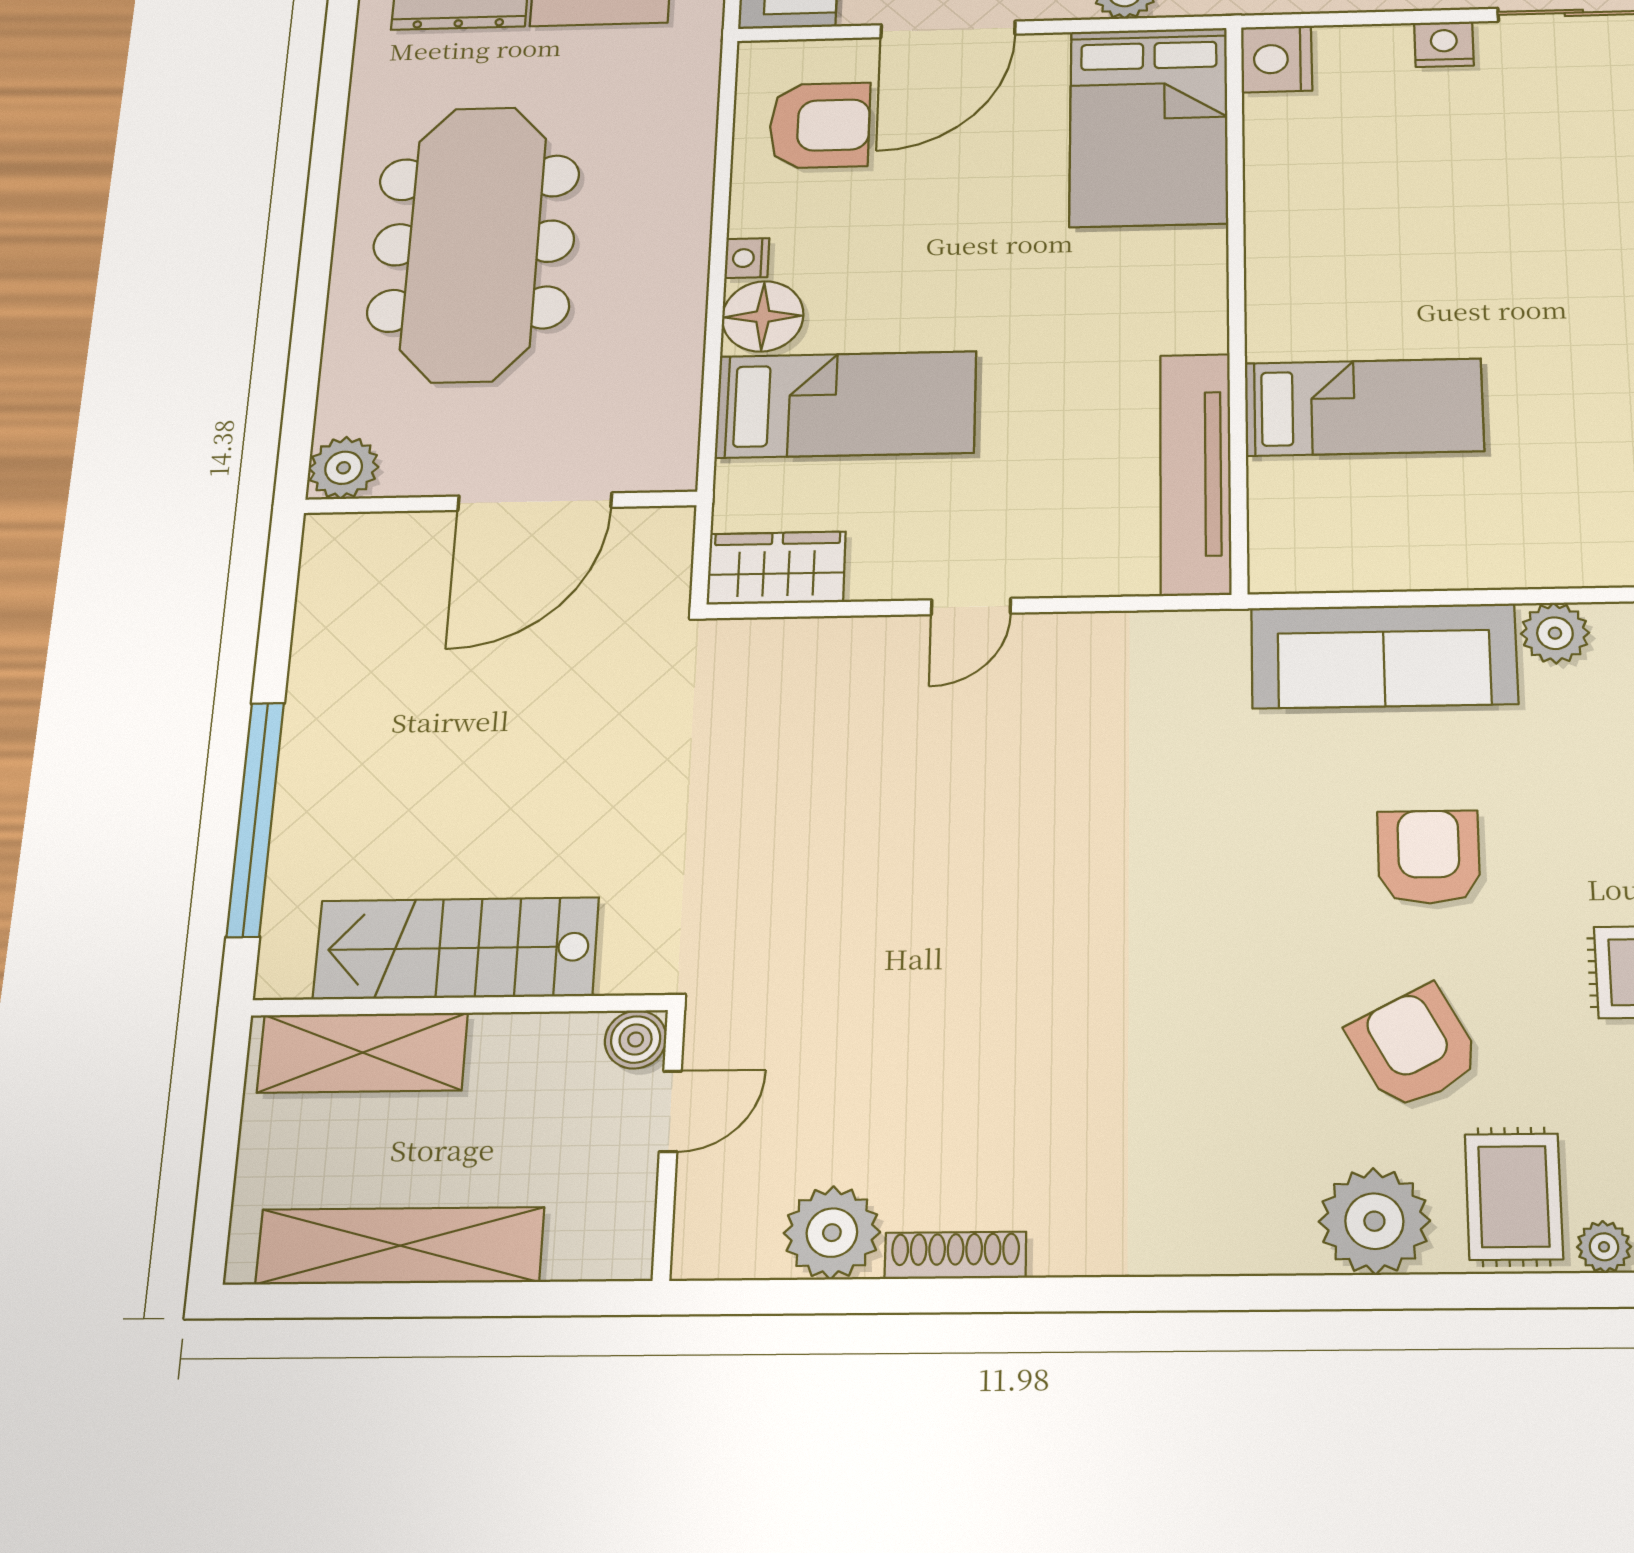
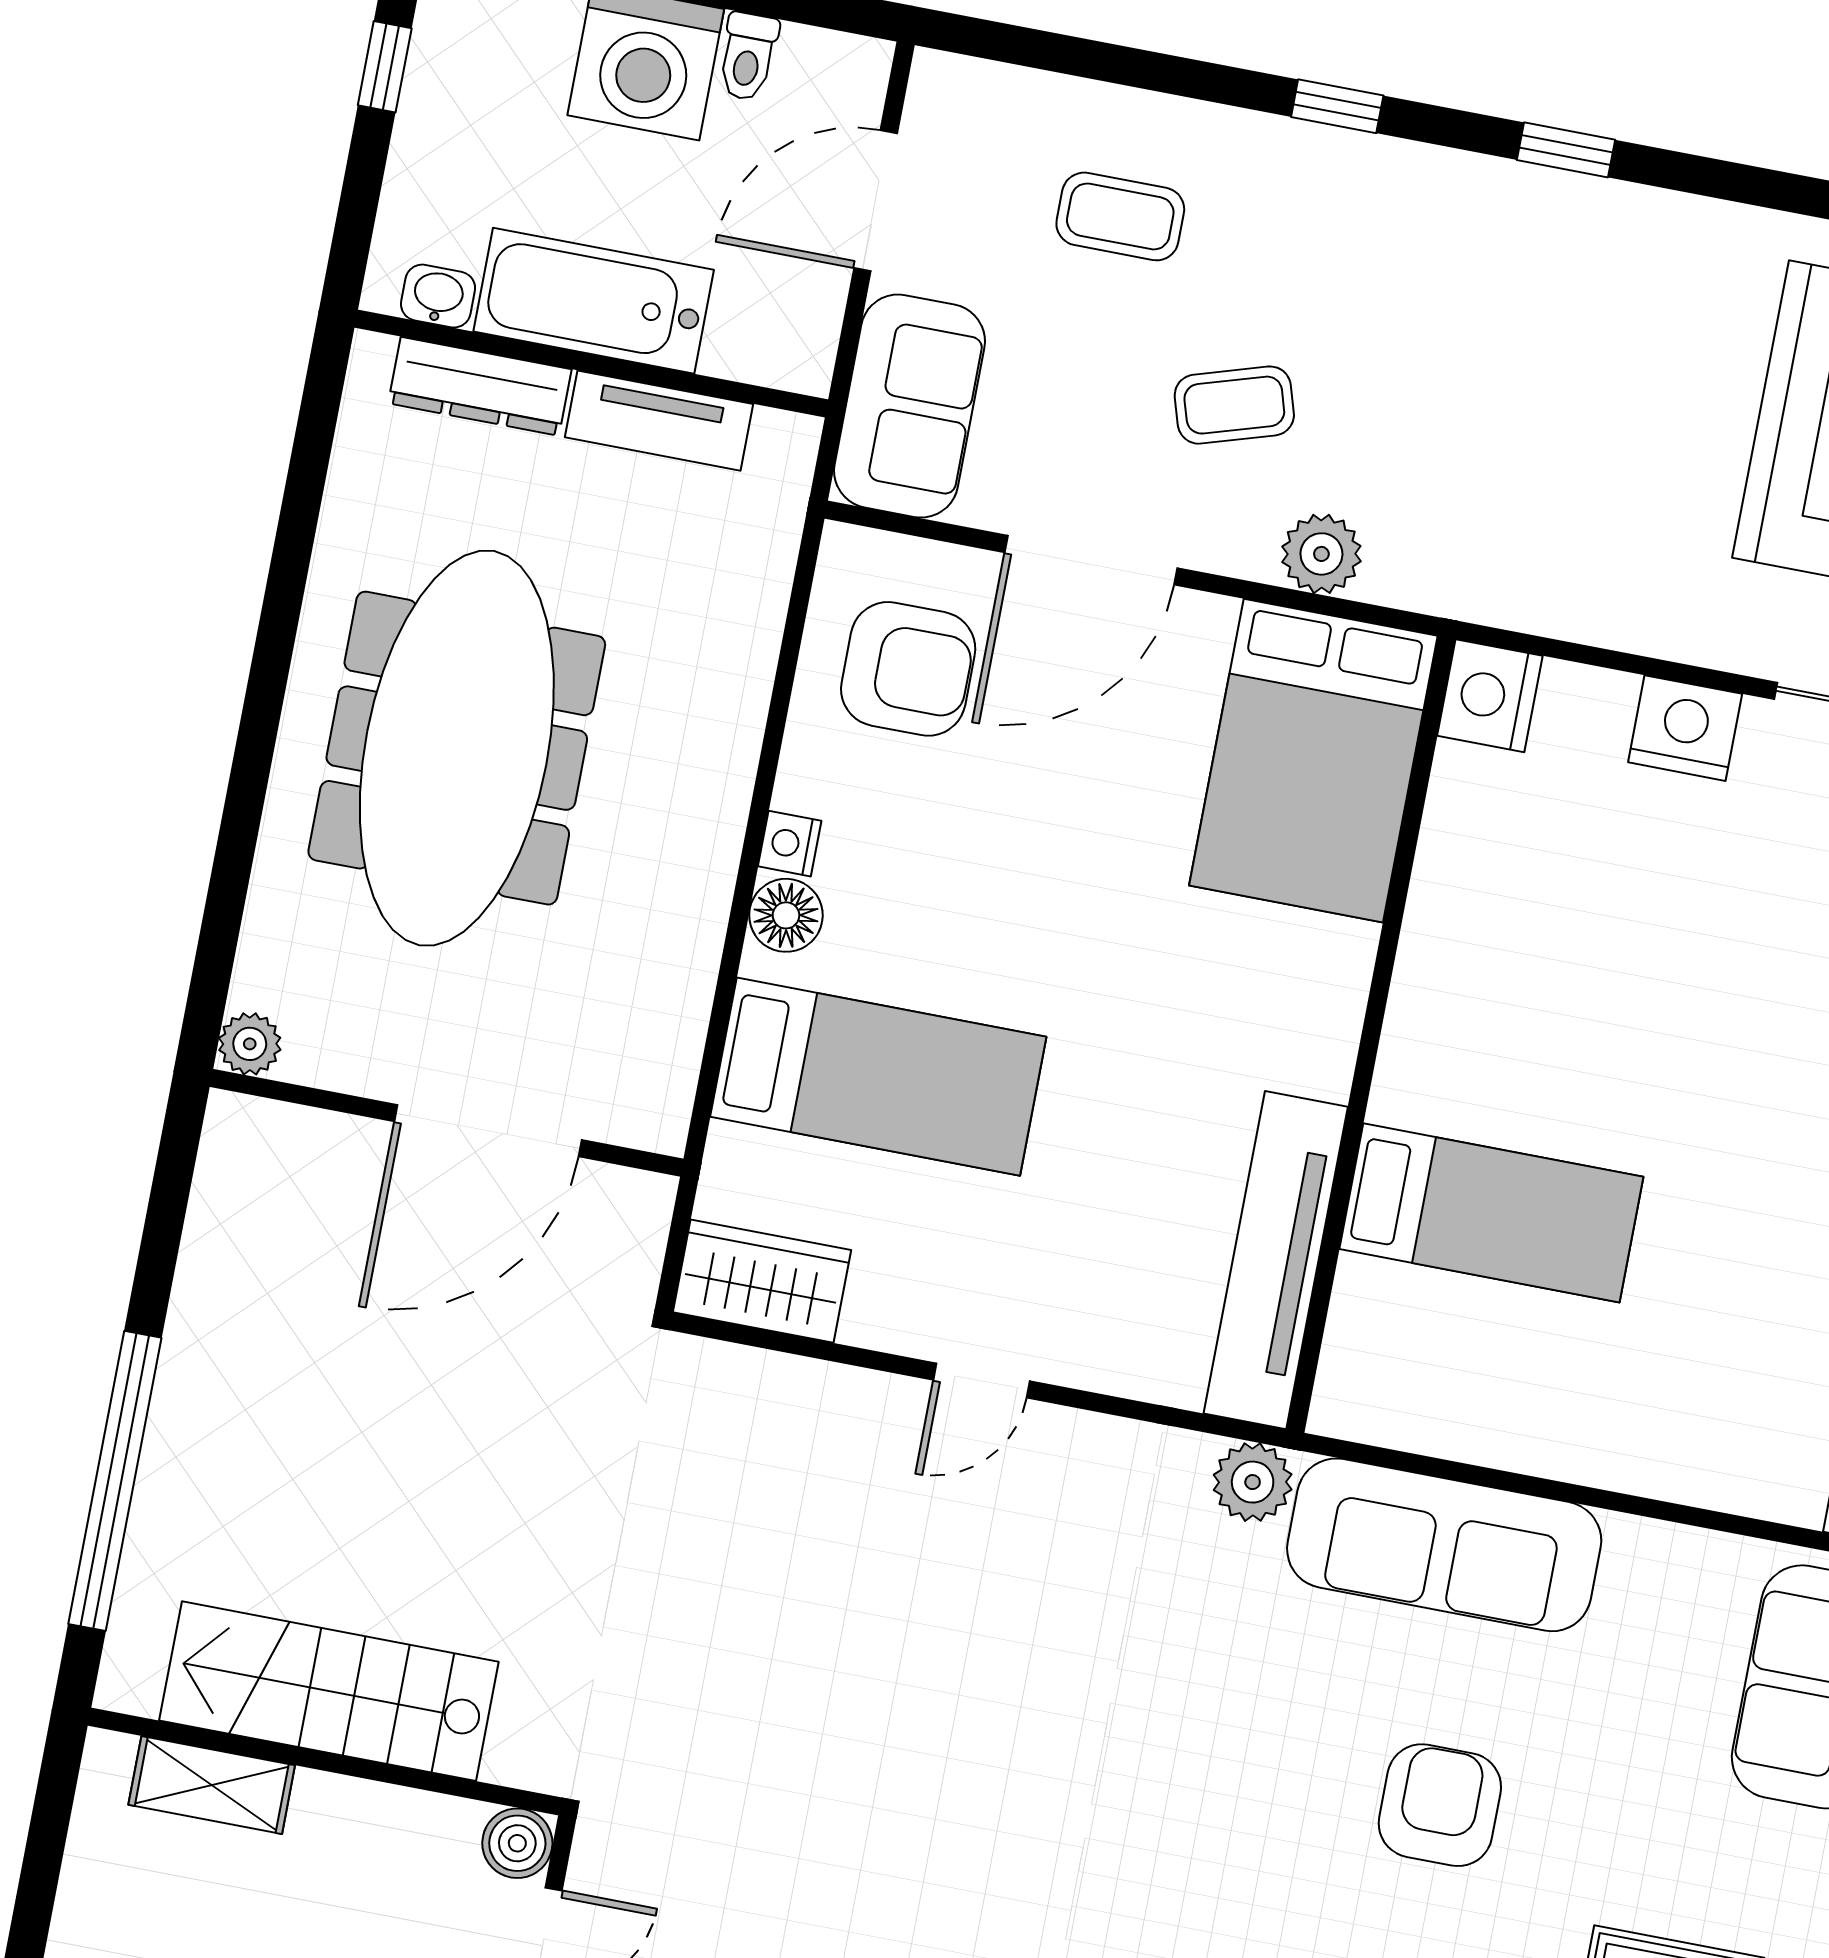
nightstand: (1444, 44) -> (1685, 728), width x1.36, depth x1.33
floor lamp: (763, 316) -> (786, 915), width x0.73, depth x0.73
plant: (344, 468) -> (250, 1044), width x0.73, depth x0.73
plant: (1555, 633) -> (1253, 1482), moved
shelving: (363, 1053) -> (212, 1785), width x0.67, depth x0.75

